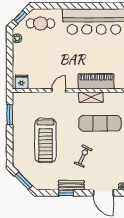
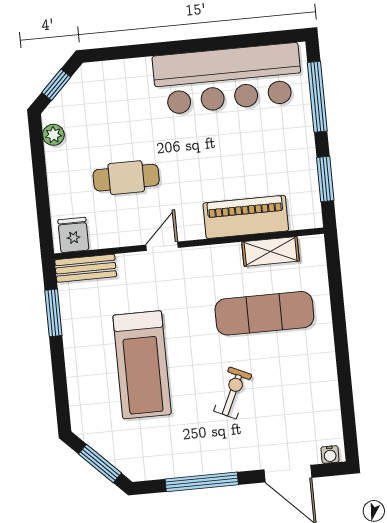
cafe table: (40, 23) -> (126, 178), moved
shelving: (91, 97) -> (271, 251), moved
bench: (71, 185) -> (86, 268), moved
window: (66, 193) -> (202, 482), width x2.17

